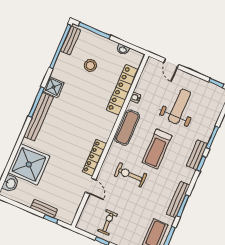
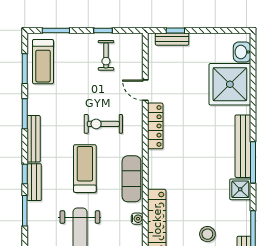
exercise bike: (130, 175) -> (103, 124), turned 180
bench: (178, 200) -> (34, 139), moved
bench: (44, 209) -> (172, 39), moved

